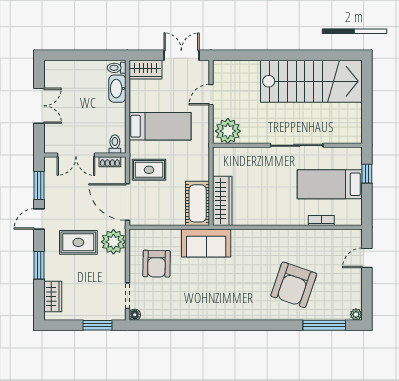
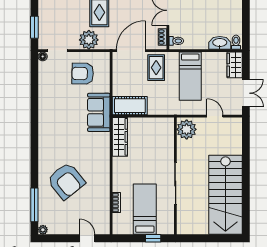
wardrobe: (222, 201) -> (120, 137), moved, turned -90
plant: (113, 242) -> (89, 40), moved
armchair: (294, 285) -> (66, 181), turned -148

